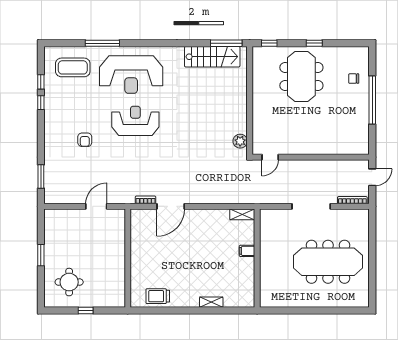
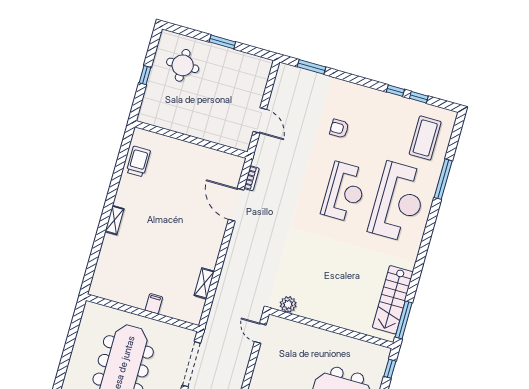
reception desk: (131, 75) -> (398, 202), turned 180
filing cabinet: (247, 251) -> (154, 304), moved
wall: (257, 258) -> (142, 313), moved

